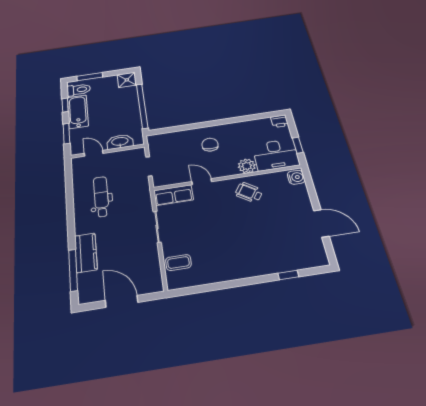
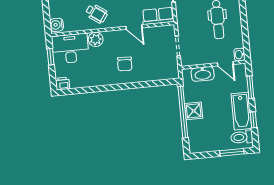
shower: (127, 80) -> (194, 111), moved
washbasin: (77, 163) -> (239, 55), added

